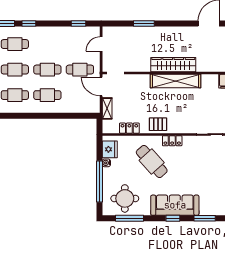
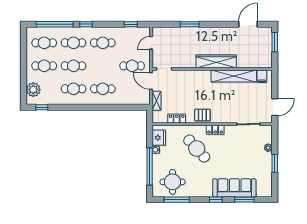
cafe table: (47, 70) -> (103, 43), moved
shelving: (176, 81) -> (234, 76), moved
sofa: (175, 205) -> (234, 188), moved

